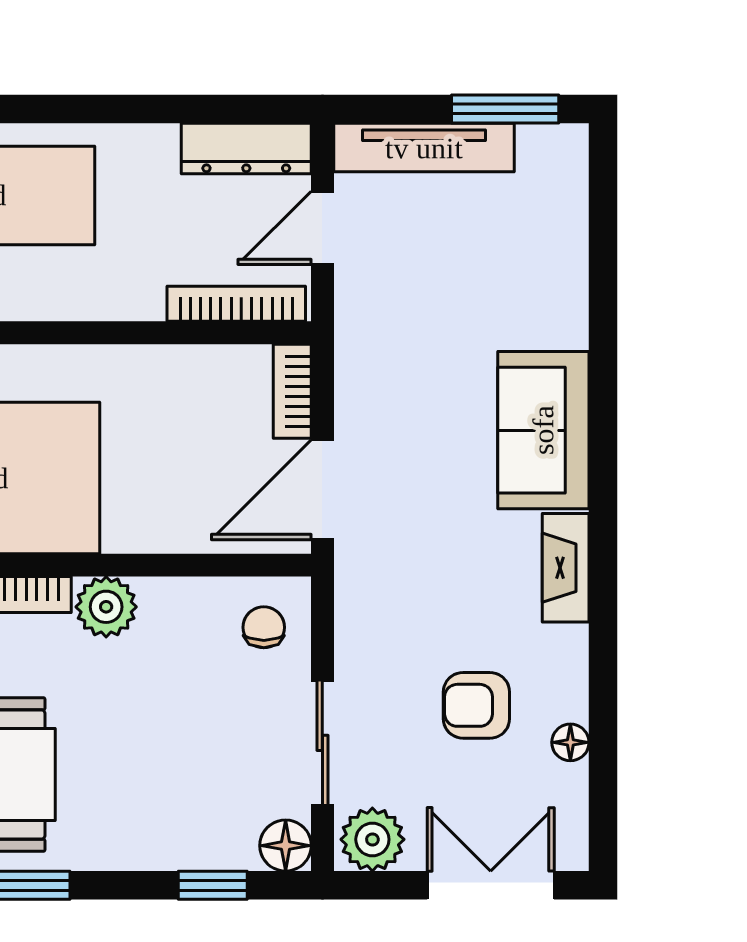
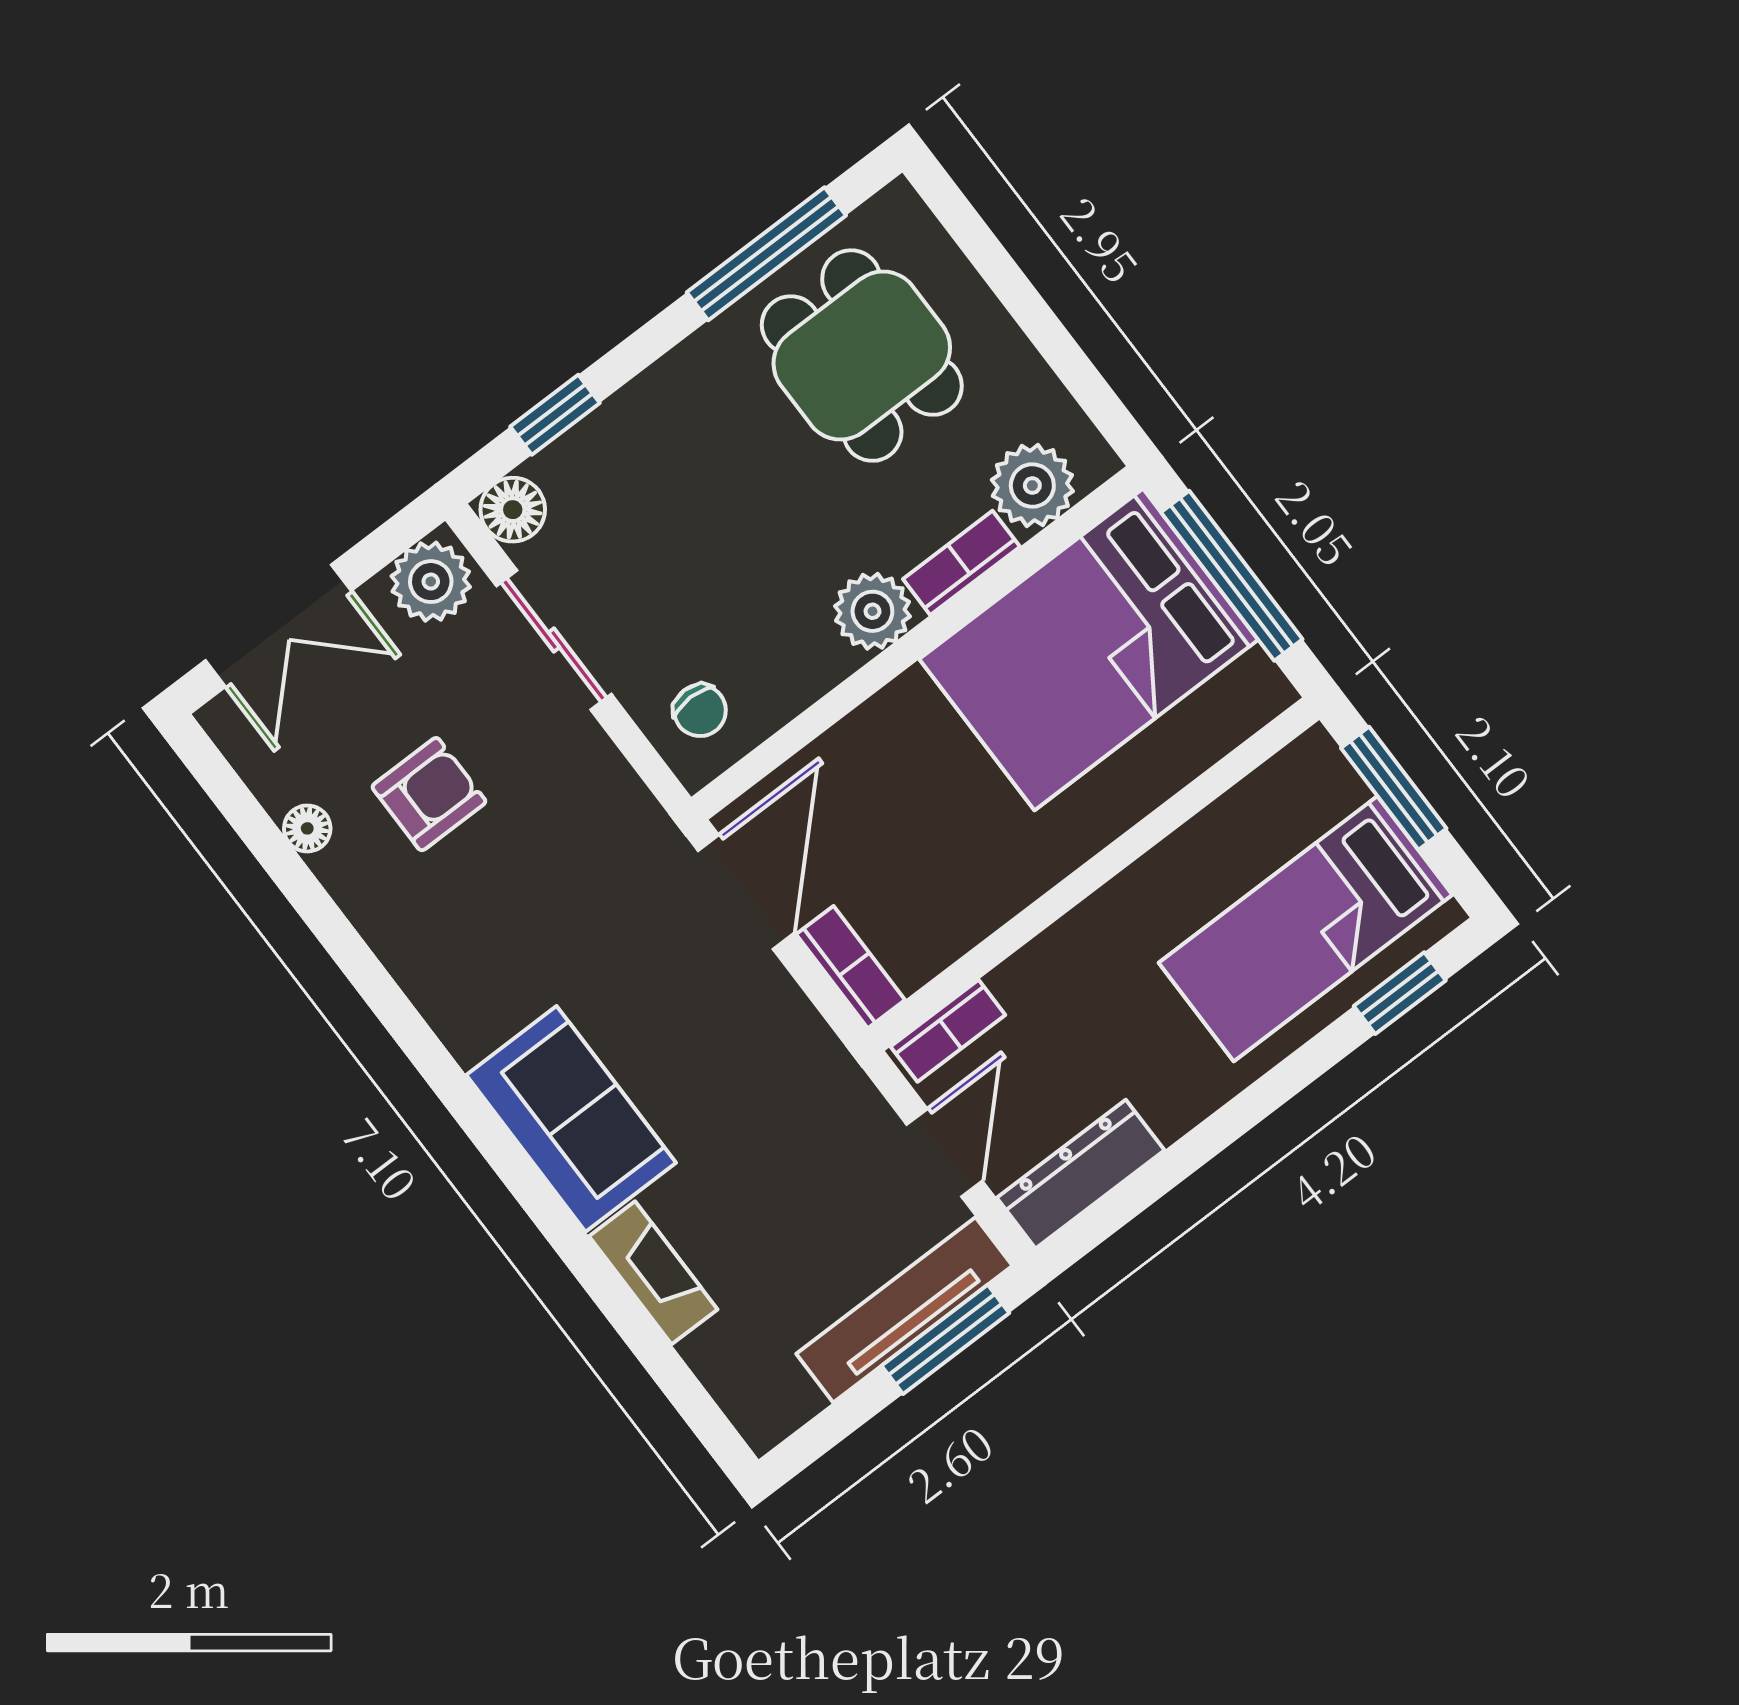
window: (505, 109) -> (945, 1339), moved
bookcase: (236, 304) -> (948, 1031), width x0.64
fireplace: (566, 568) -> (653, 1273), moved

